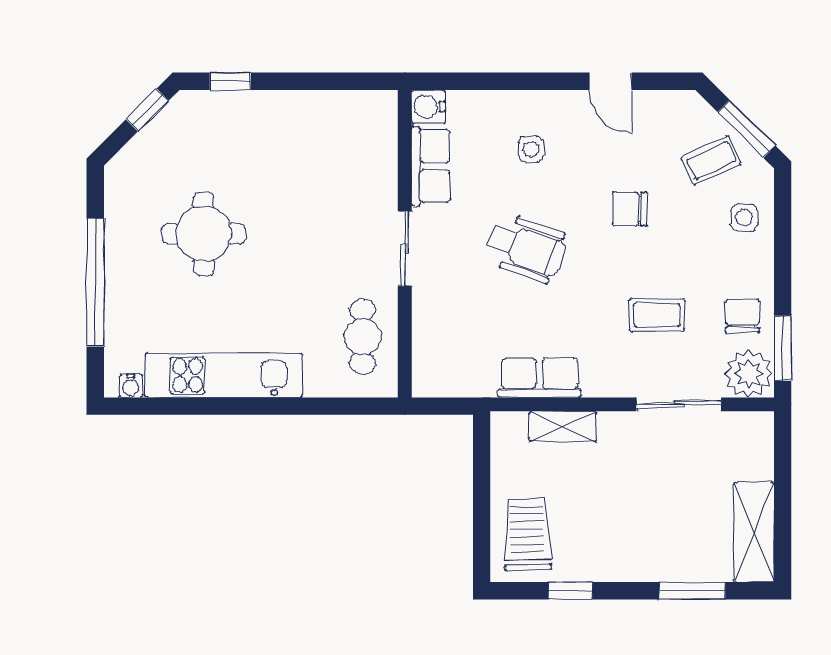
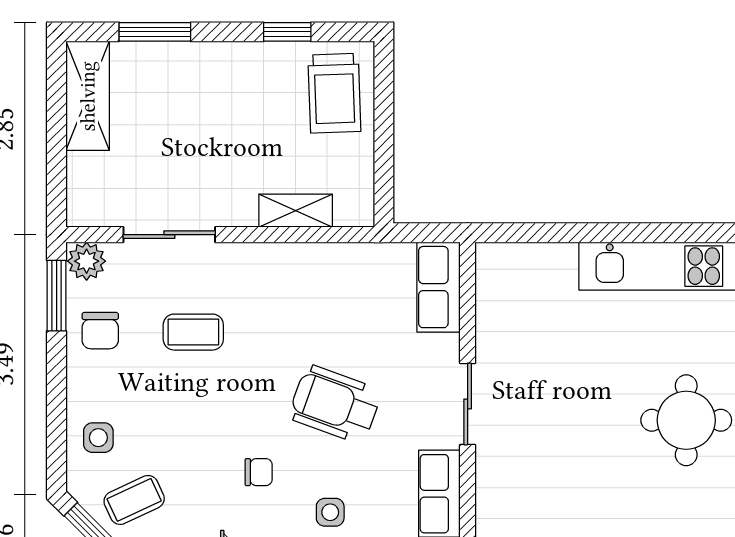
chair: (630, 209) -> (259, 472), moved, width x0.73, depth x0.73
cafe table: (363, 337) -> (513, 308), removed
plant: (749, 374) -> (87, 261), width x0.73, depth x0.73
row of seats: (539, 378) -> (439, 287), moved, turned 90

